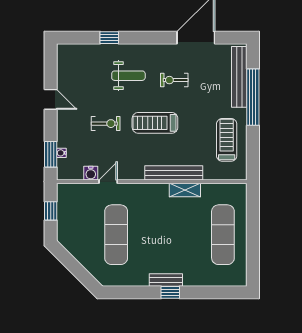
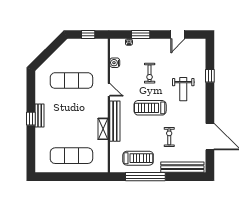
exercise bike: (174, 80) -> (169, 137), moved
window: (253, 97) -> (145, 177), moved
door: (51, 99) -> (178, 34), moved
treadmill: (155, 123) -> (150, 108), turned -90
window: (51, 154) -> (141, 34), moved
door: (108, 182) -> (109, 90), moved

